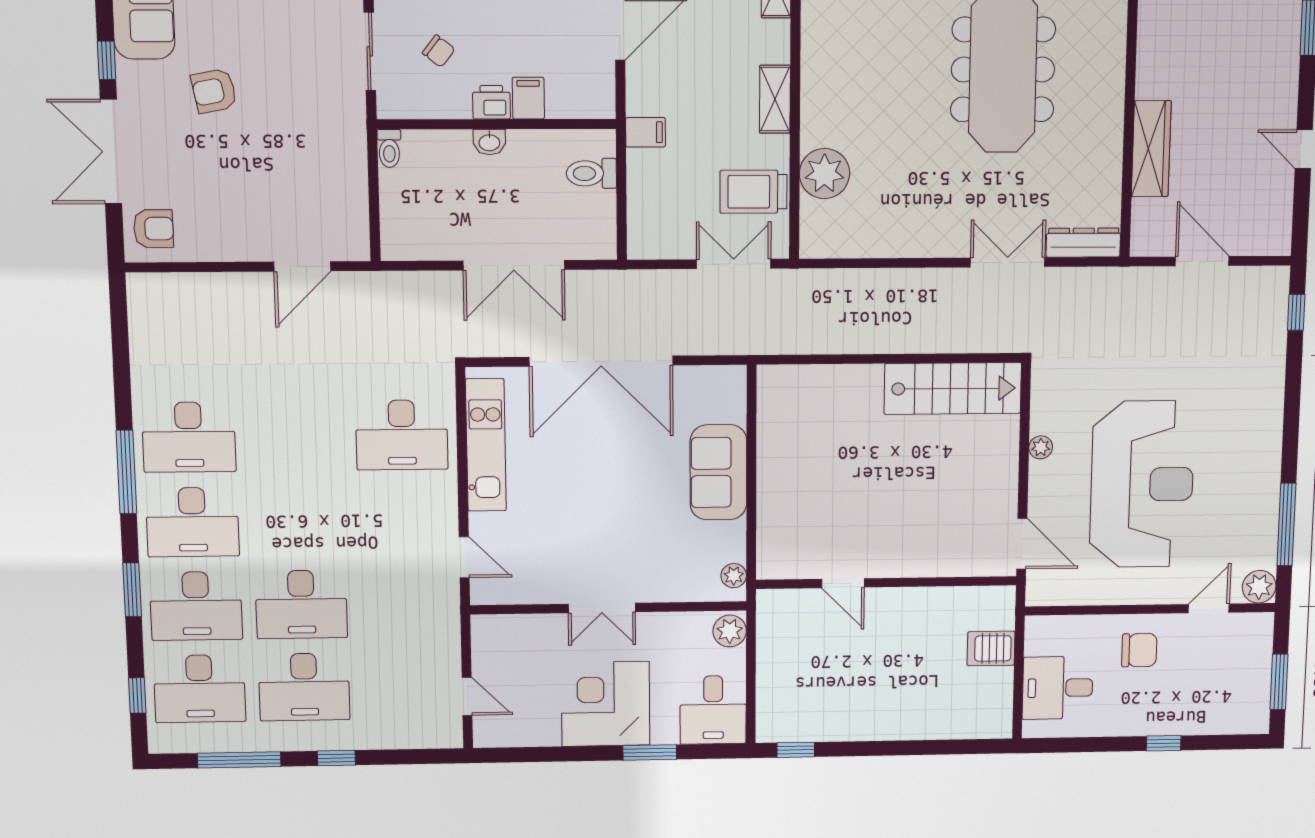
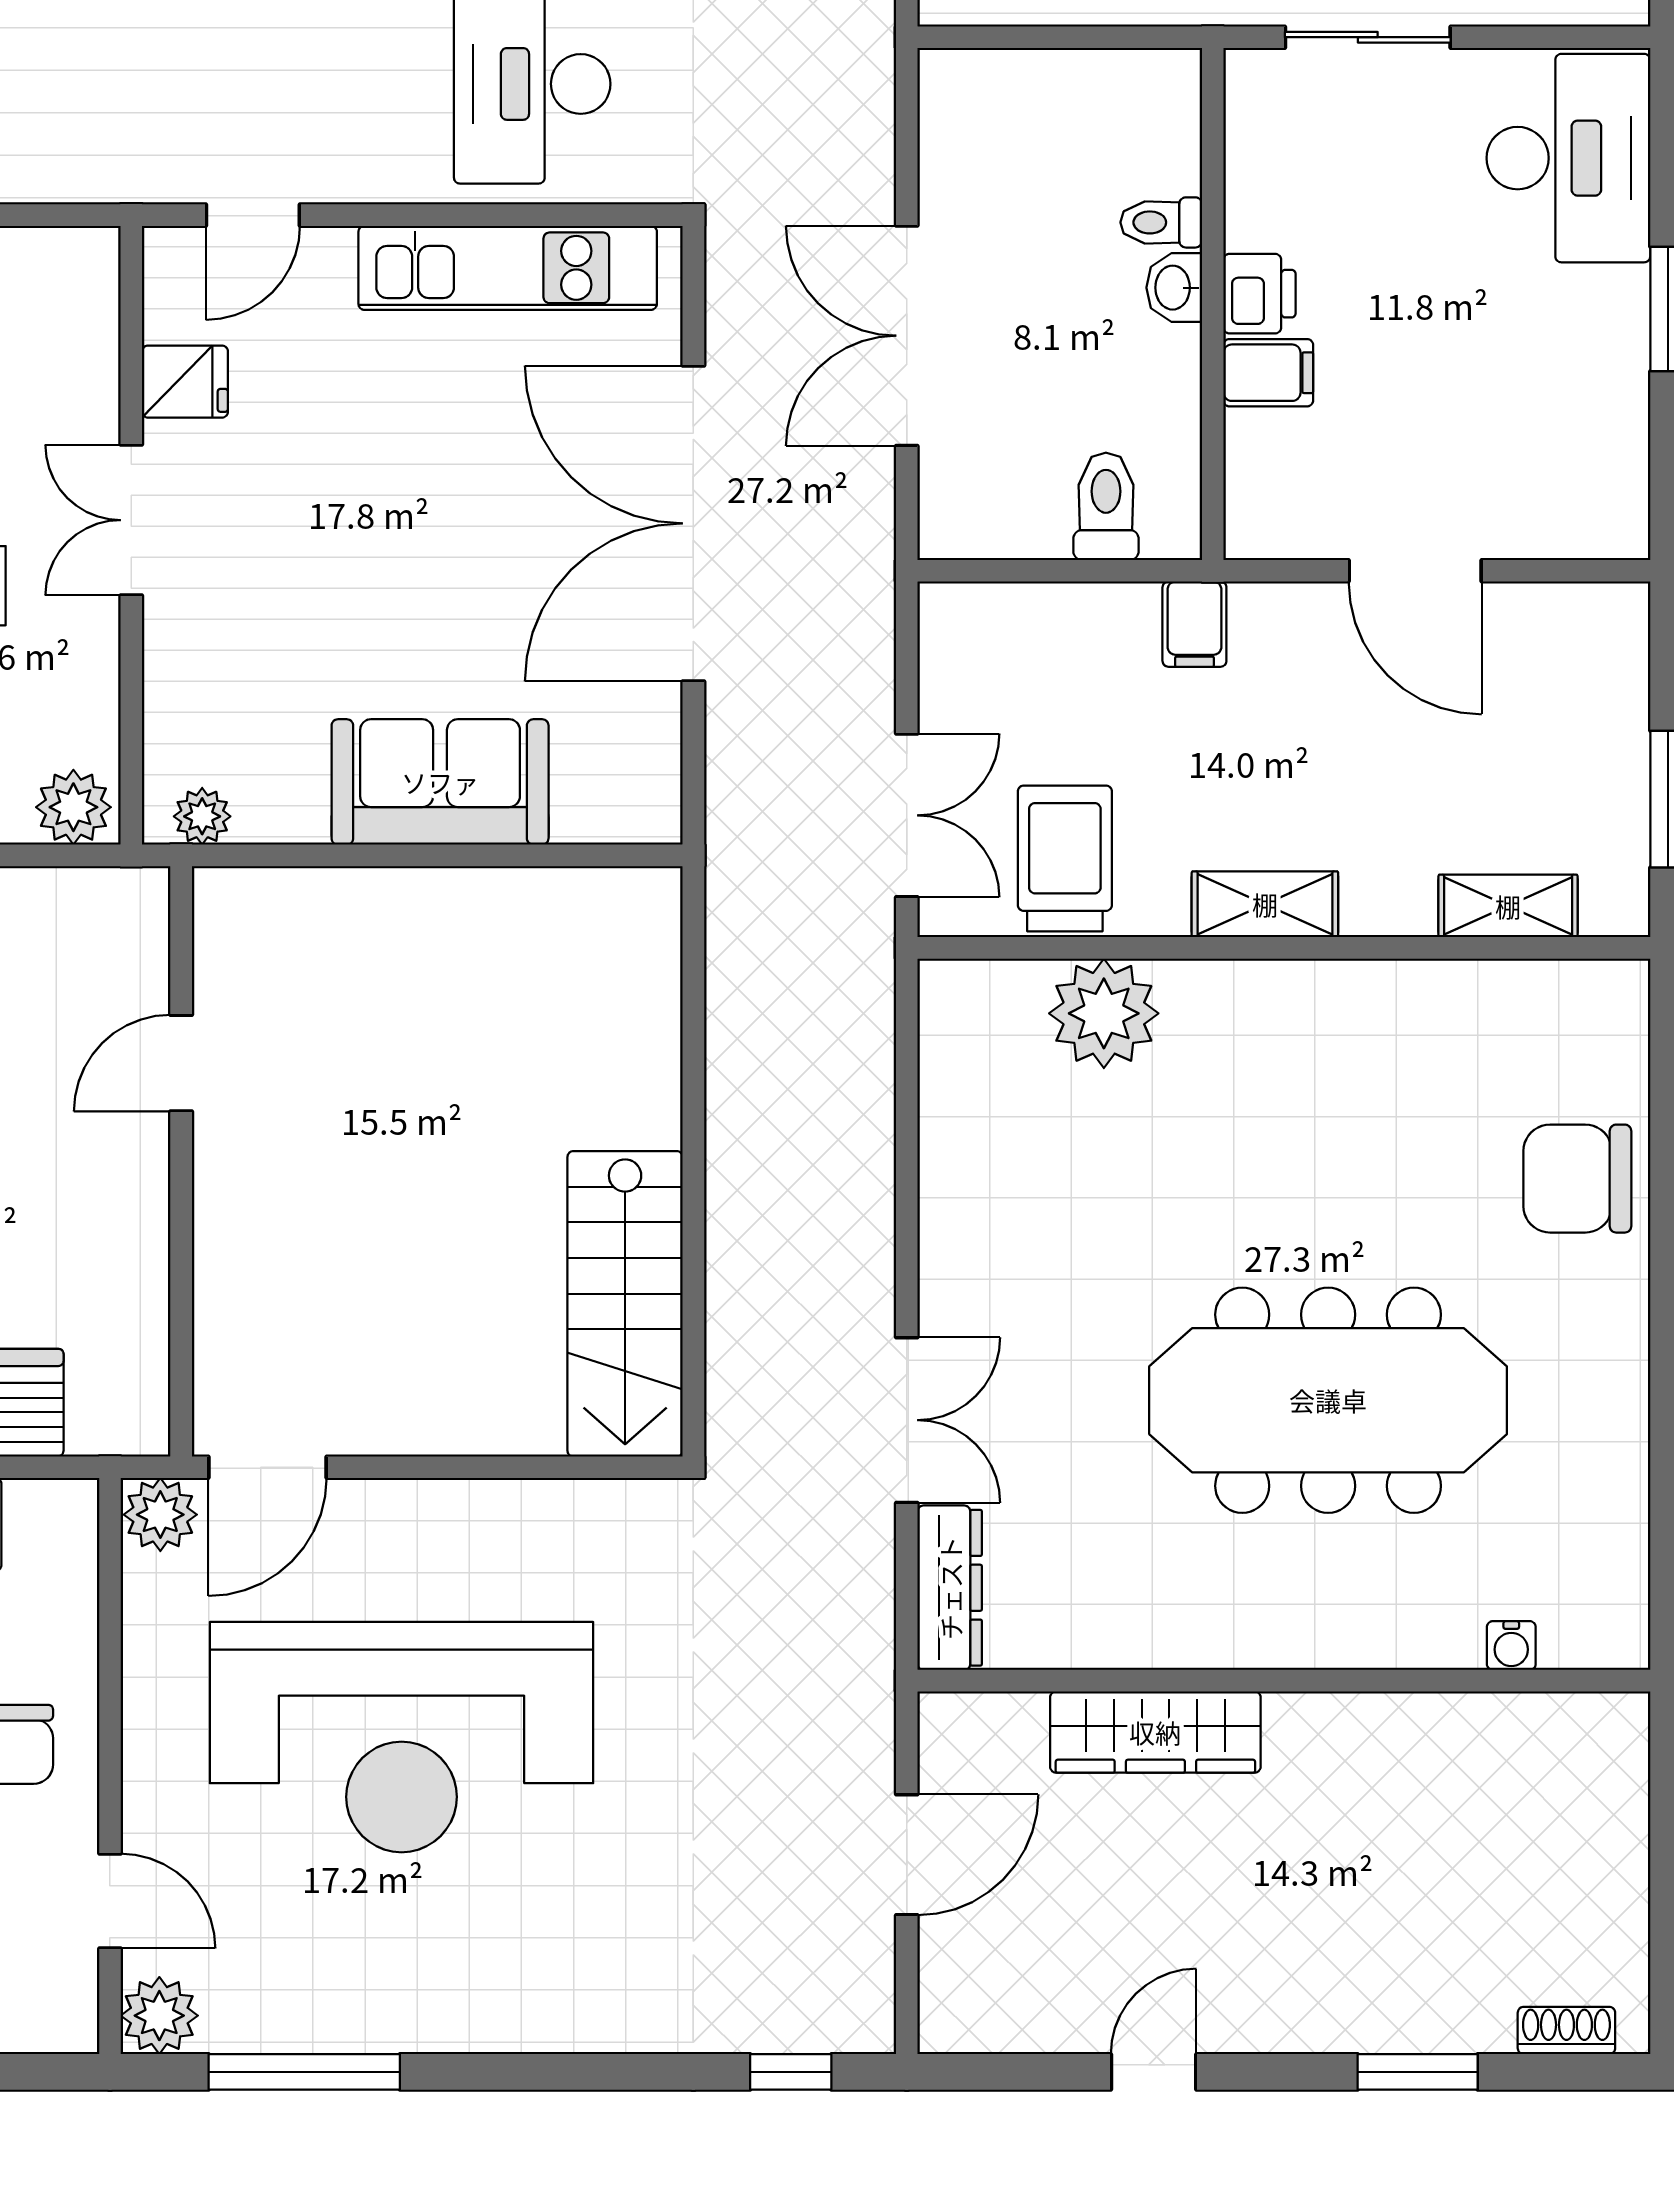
chair: (439, 51) -> (1368, 183), removed
toilet: (389, 148) -> (1161, 222), moved
plant: (1041, 447) -> (160, 1515), moved, width x1.38, depth x1.38
fridge: (540, 586) -> (185, 382), added

